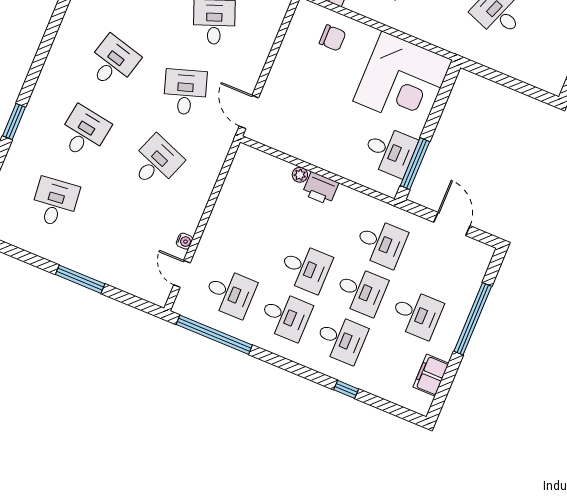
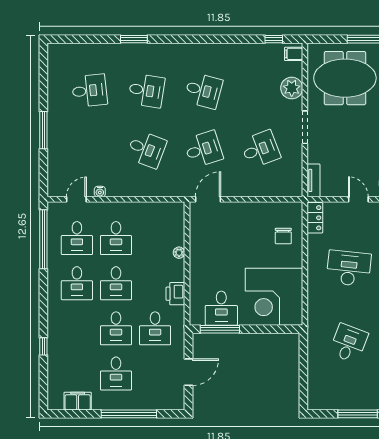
printer: (320, 188) -> (175, 294), moved
desk: (341, 339) -> (116, 238), moved

